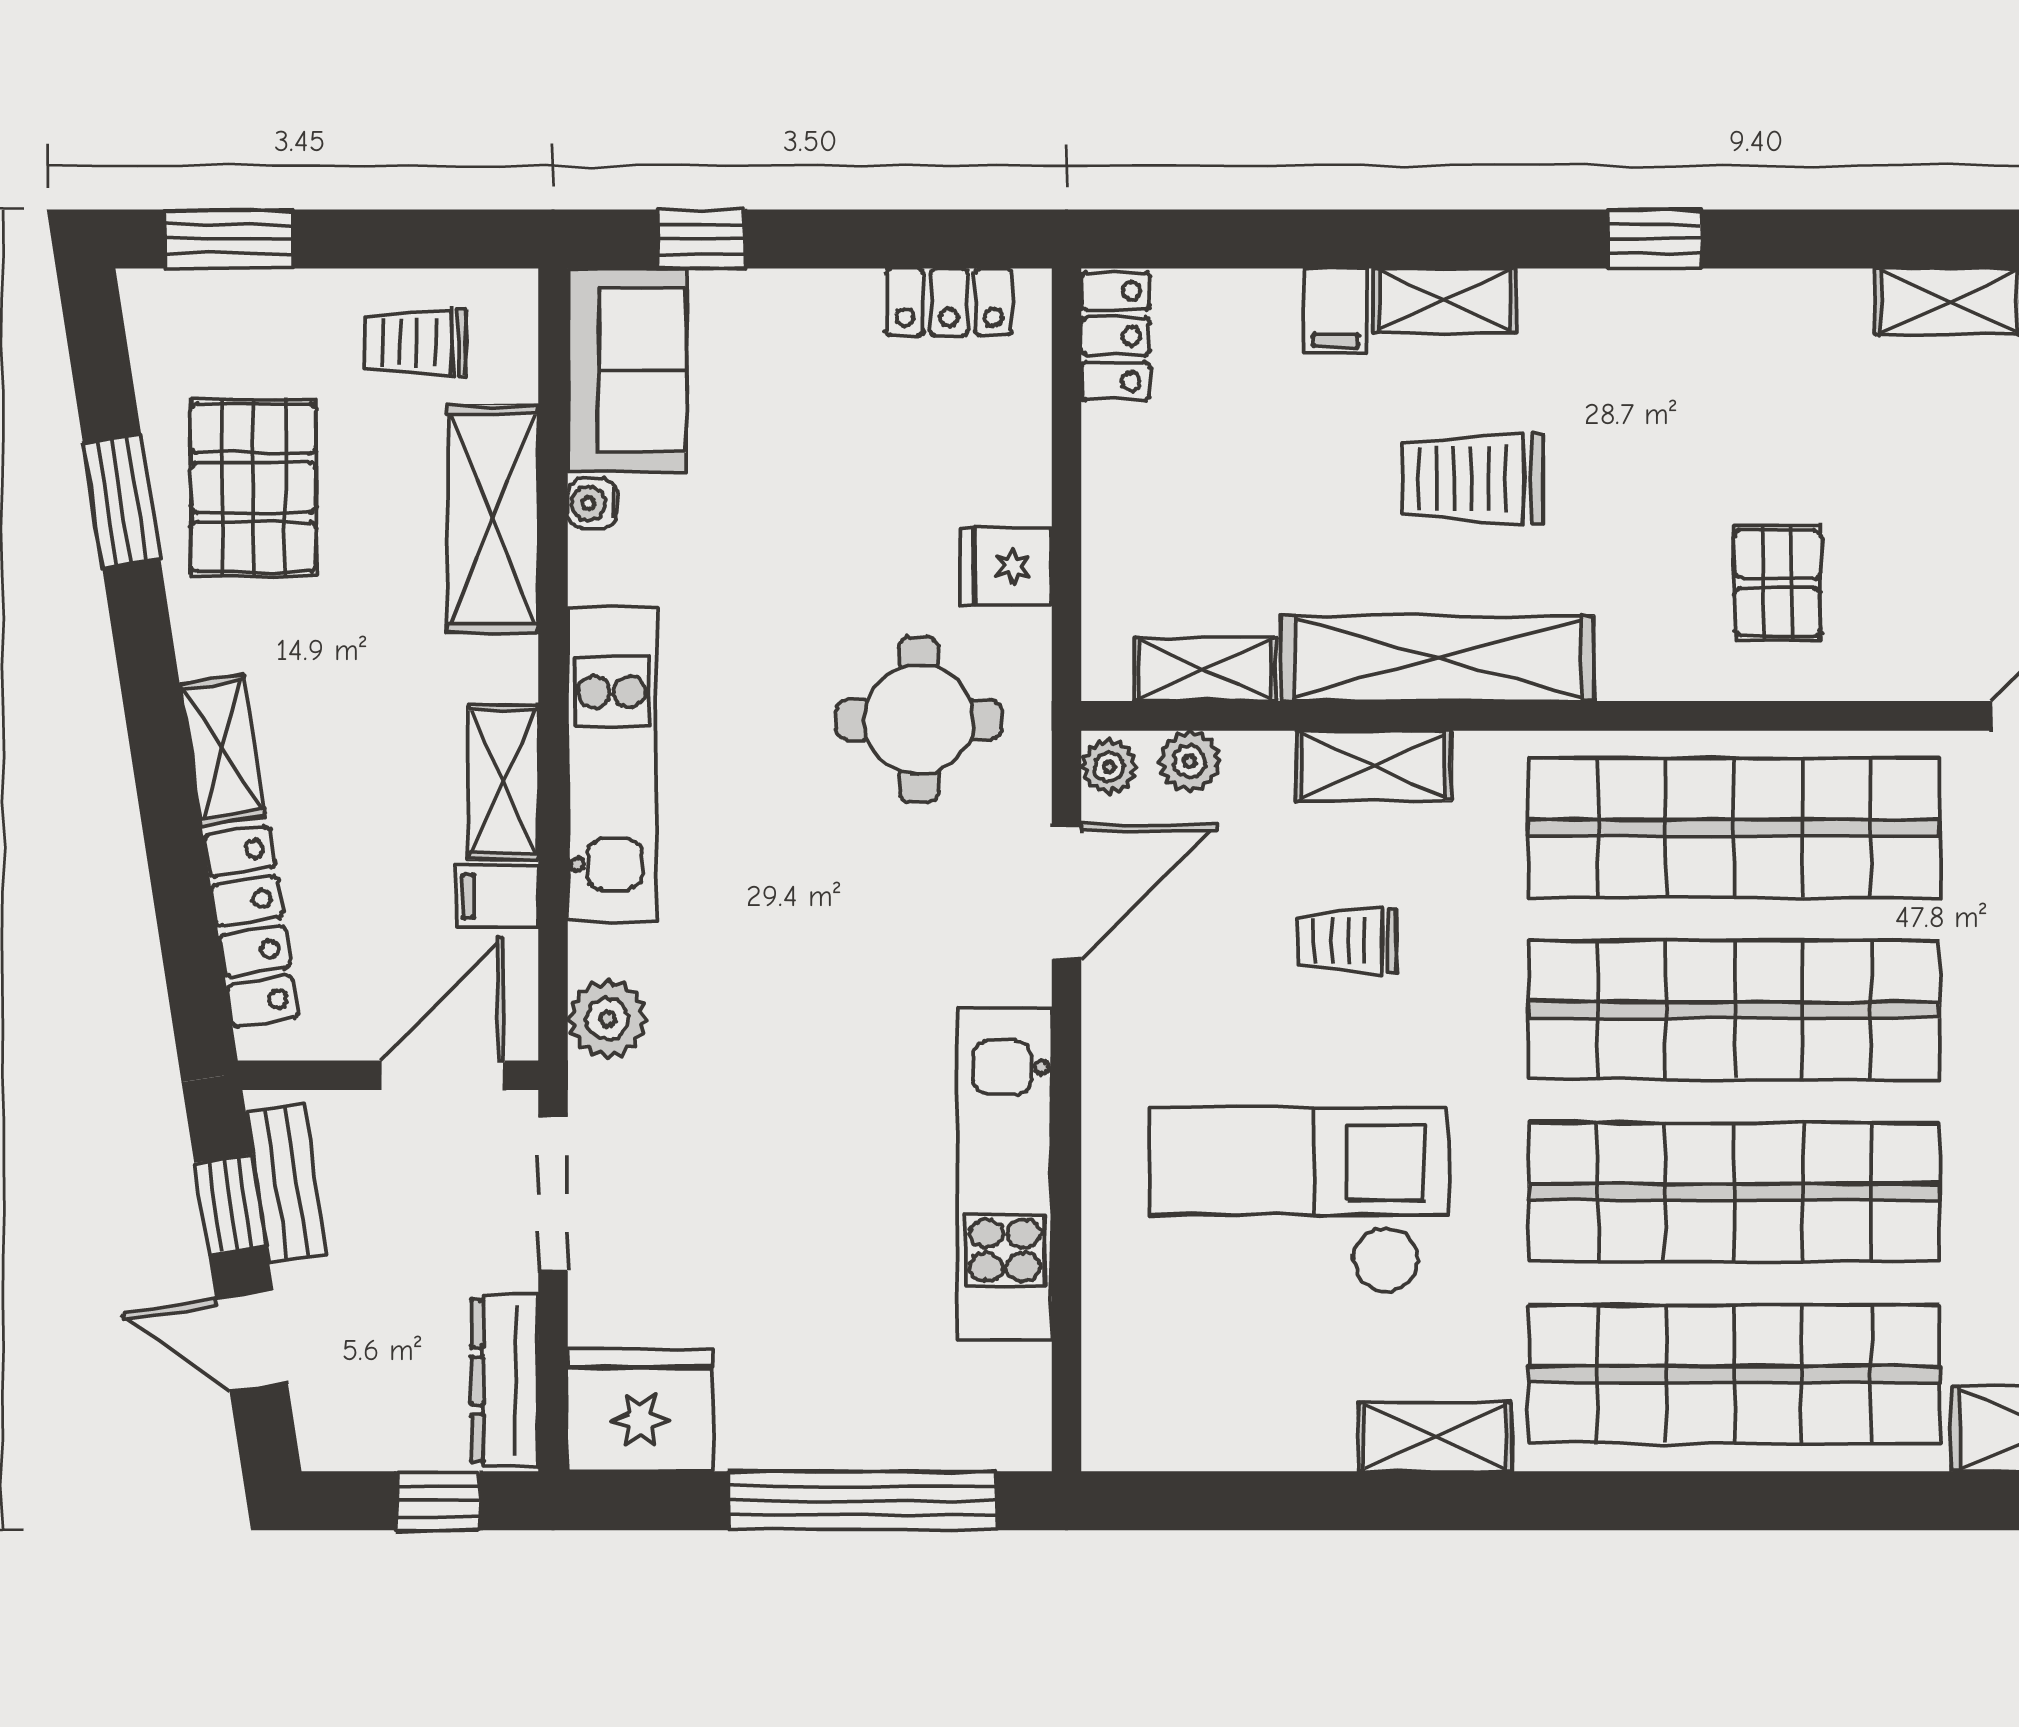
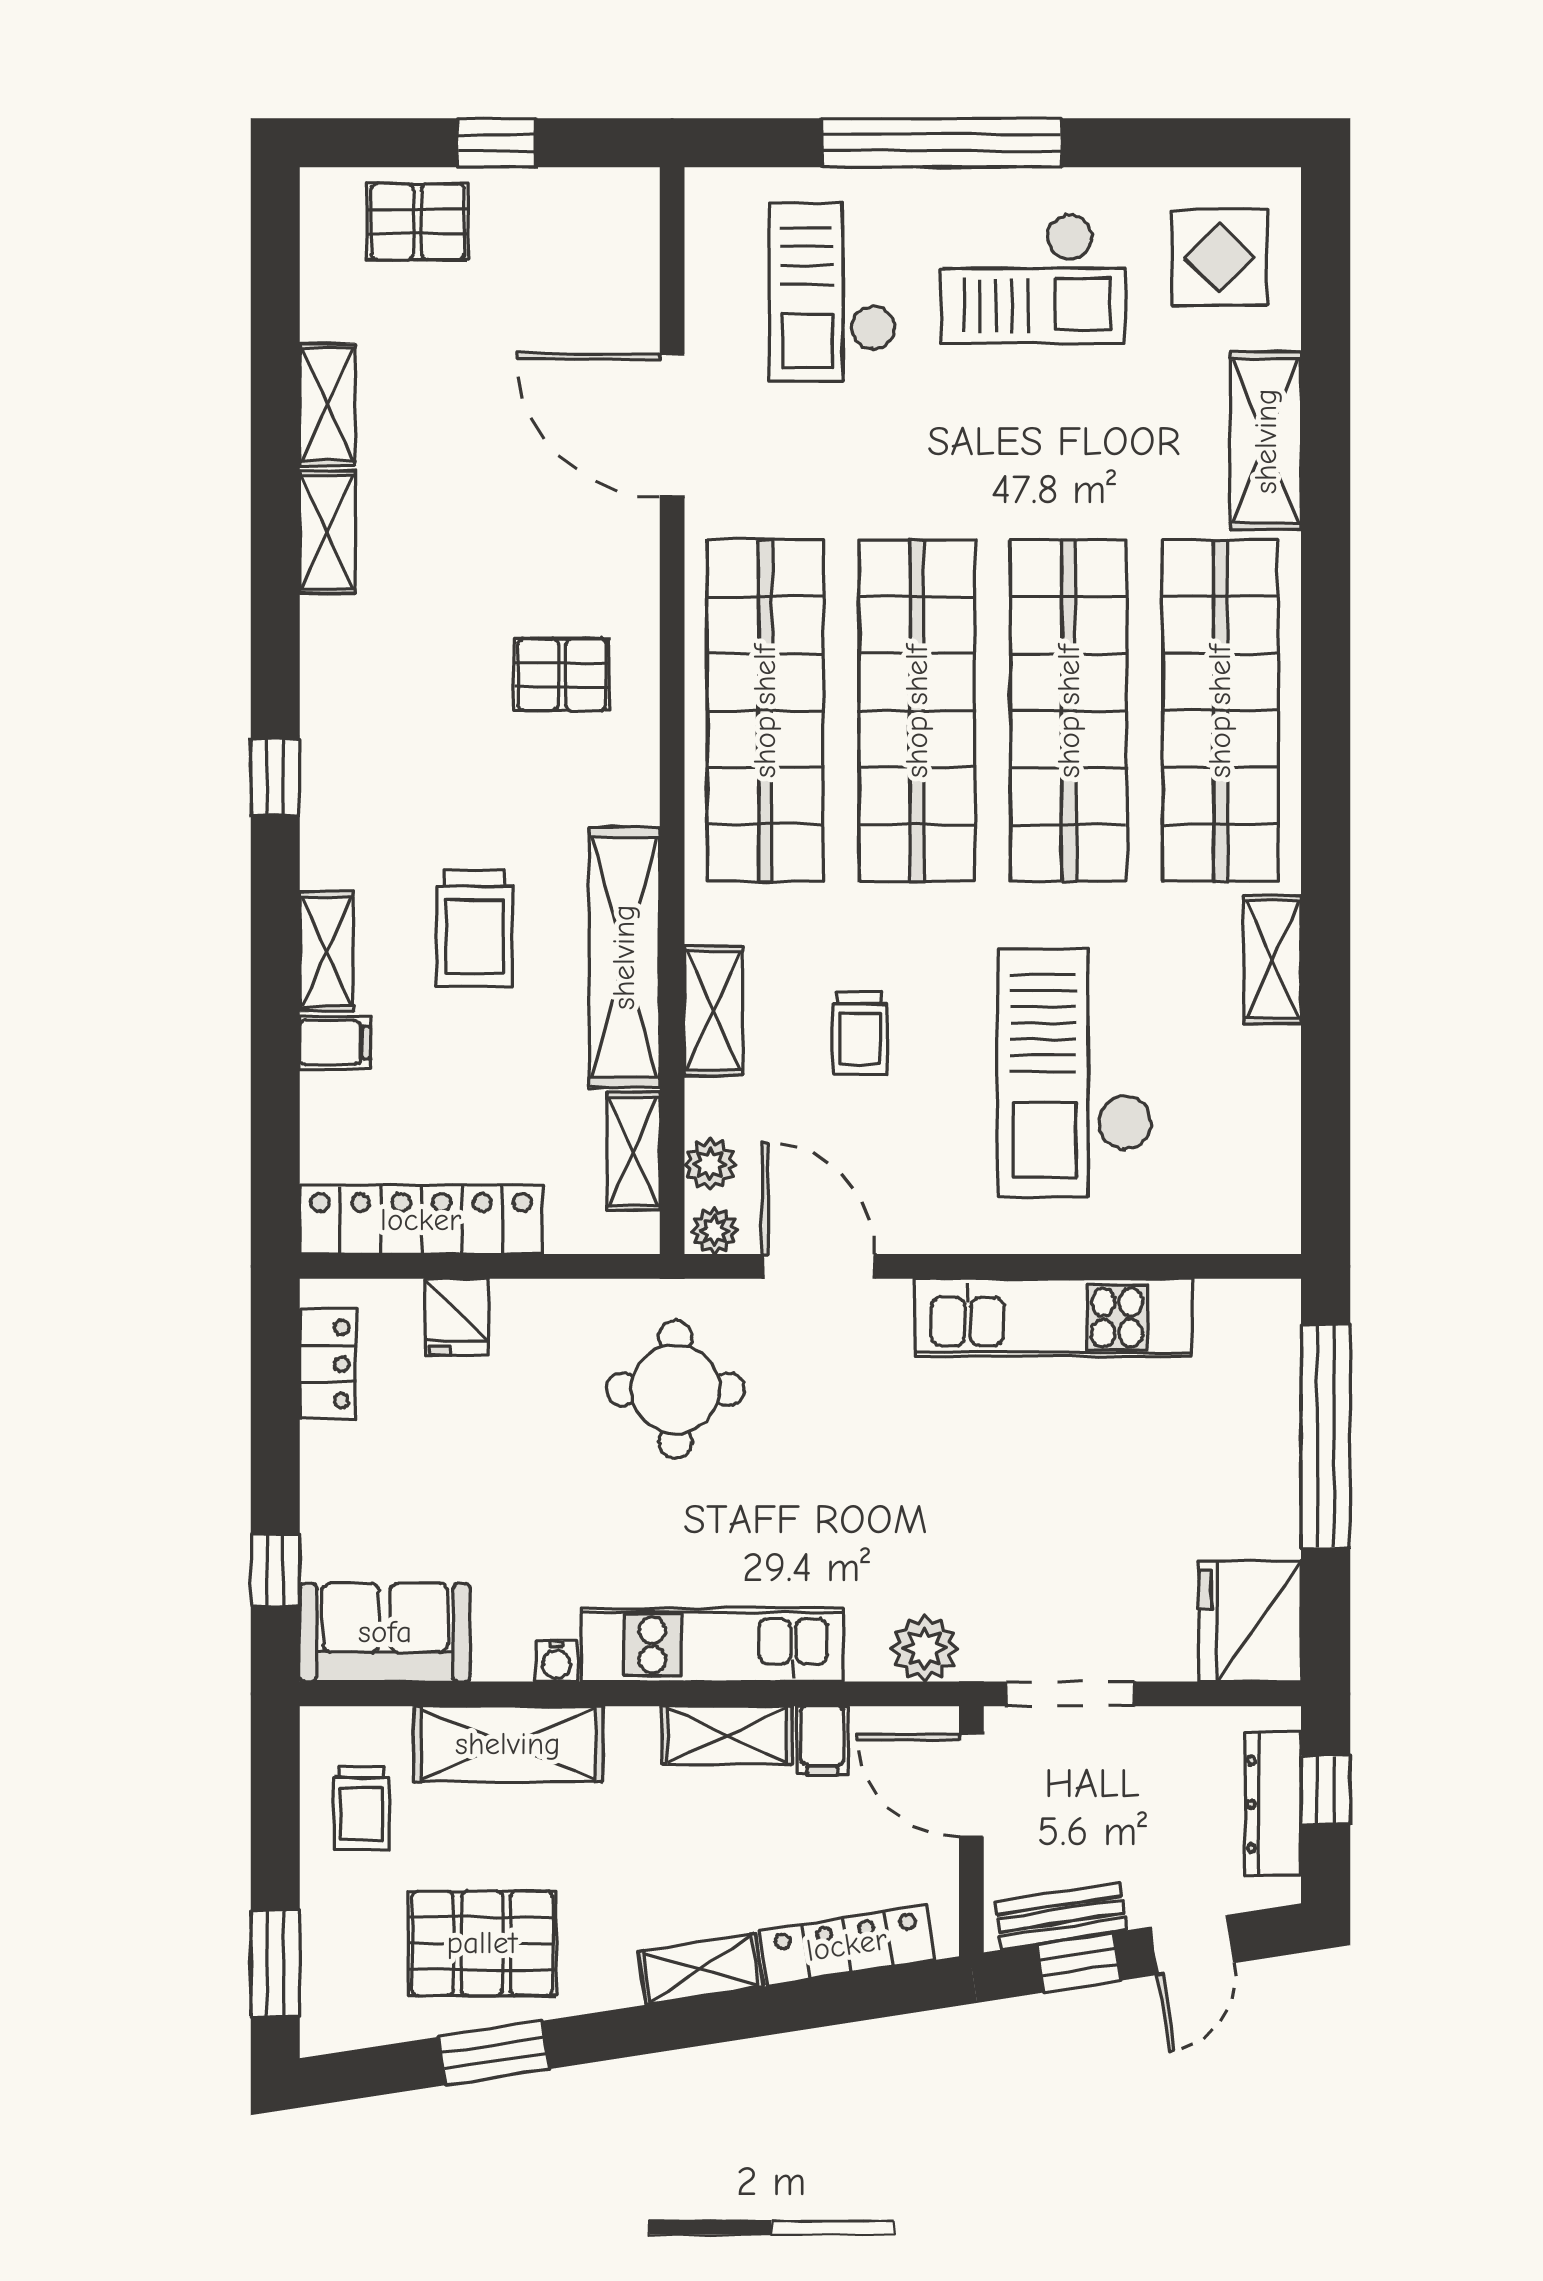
locker: (1115, 336) -> (421, 1220), width x2.16, depth x1.21
water cooler: (592, 503) -> (556, 1661), moved
fridge: (1006, 566) -> (457, 1317), moved
dresser: (505, 1381) -> (1273, 1804), moved, turned 90

